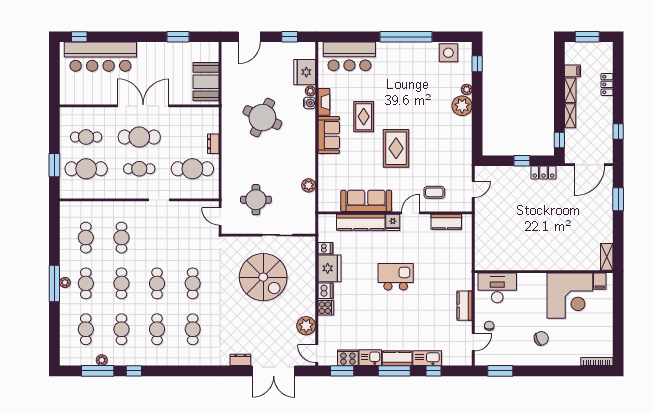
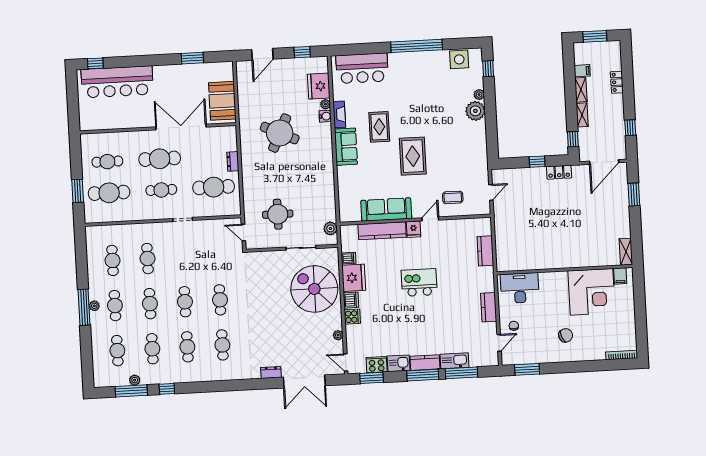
double door: (143, 106) -> (181, 127), moved
plant: (309, 185) -> (330, 228), moved
kitchen counter: (446, 222) -> (485, 251), moved, turned 90
spiral stairs: (263, 277) -> (314, 289), moved, turned 180
plant: (306, 326) -> (338, 335), width x0.53, depth x0.53
window: (433, 371) -> (461, 373), width x2.17

